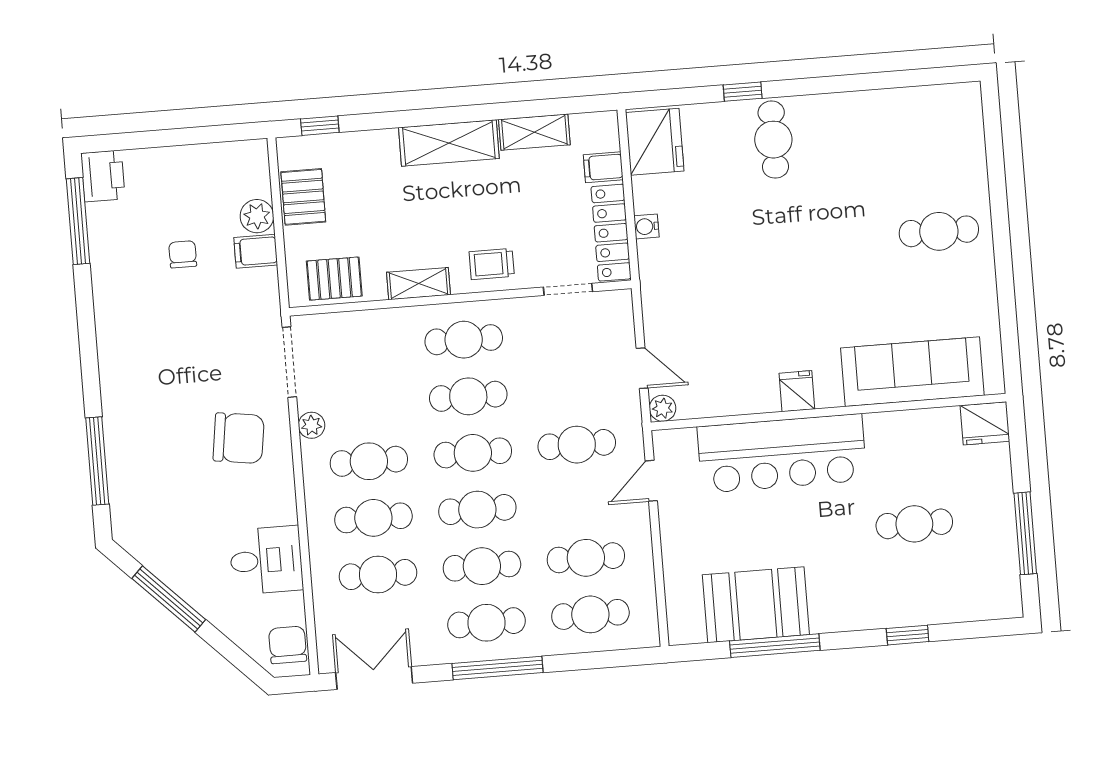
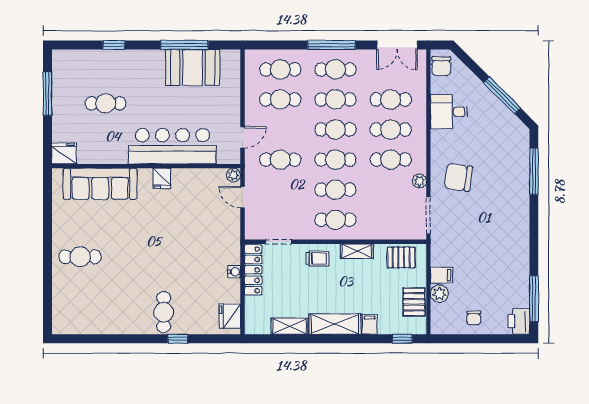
fridge: (655, 142) -> (230, 316), width x0.73, depth x0.75
filing cabinet: (603, 167) -> (370, 324), moved, turned -90
chair: (183, 254) -> (474, 318), moved

